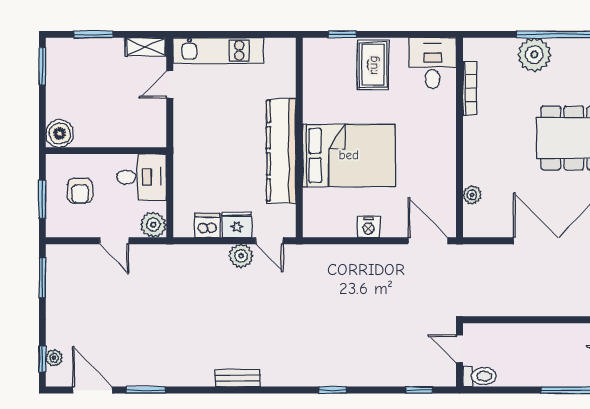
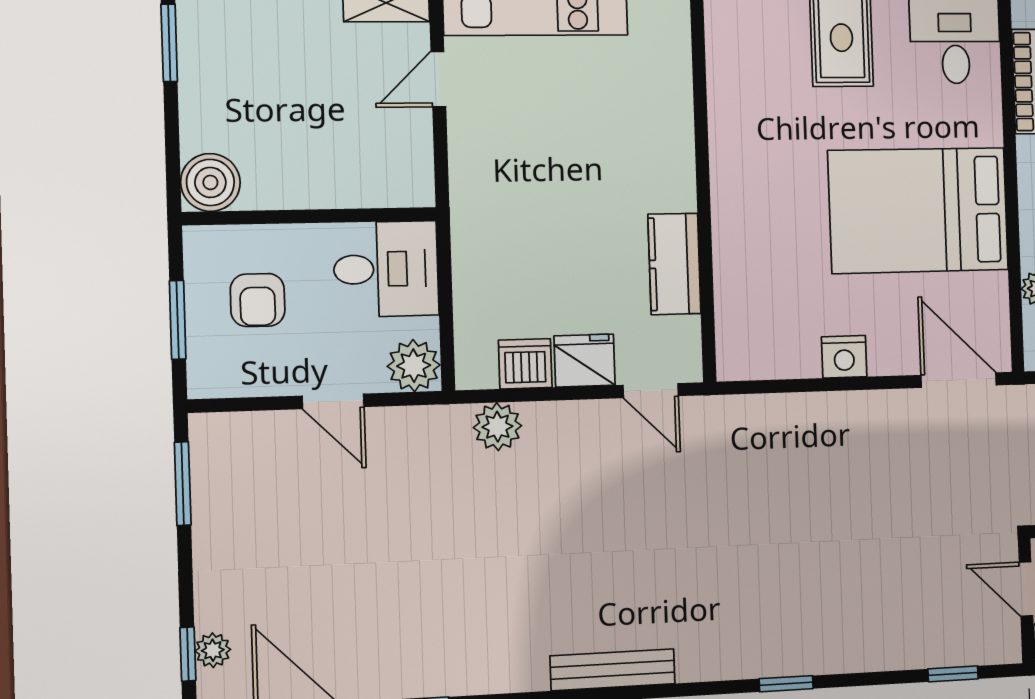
kitchen counter: (281, 151) -> (674, 264), width x0.48, depth x0.86
bed: (349, 155) -> (918, 210), moved, turned 180
plant: (241, 256) -> (497, 427), moved
bench: (237, 378) -> (613, 670), width x1.36

